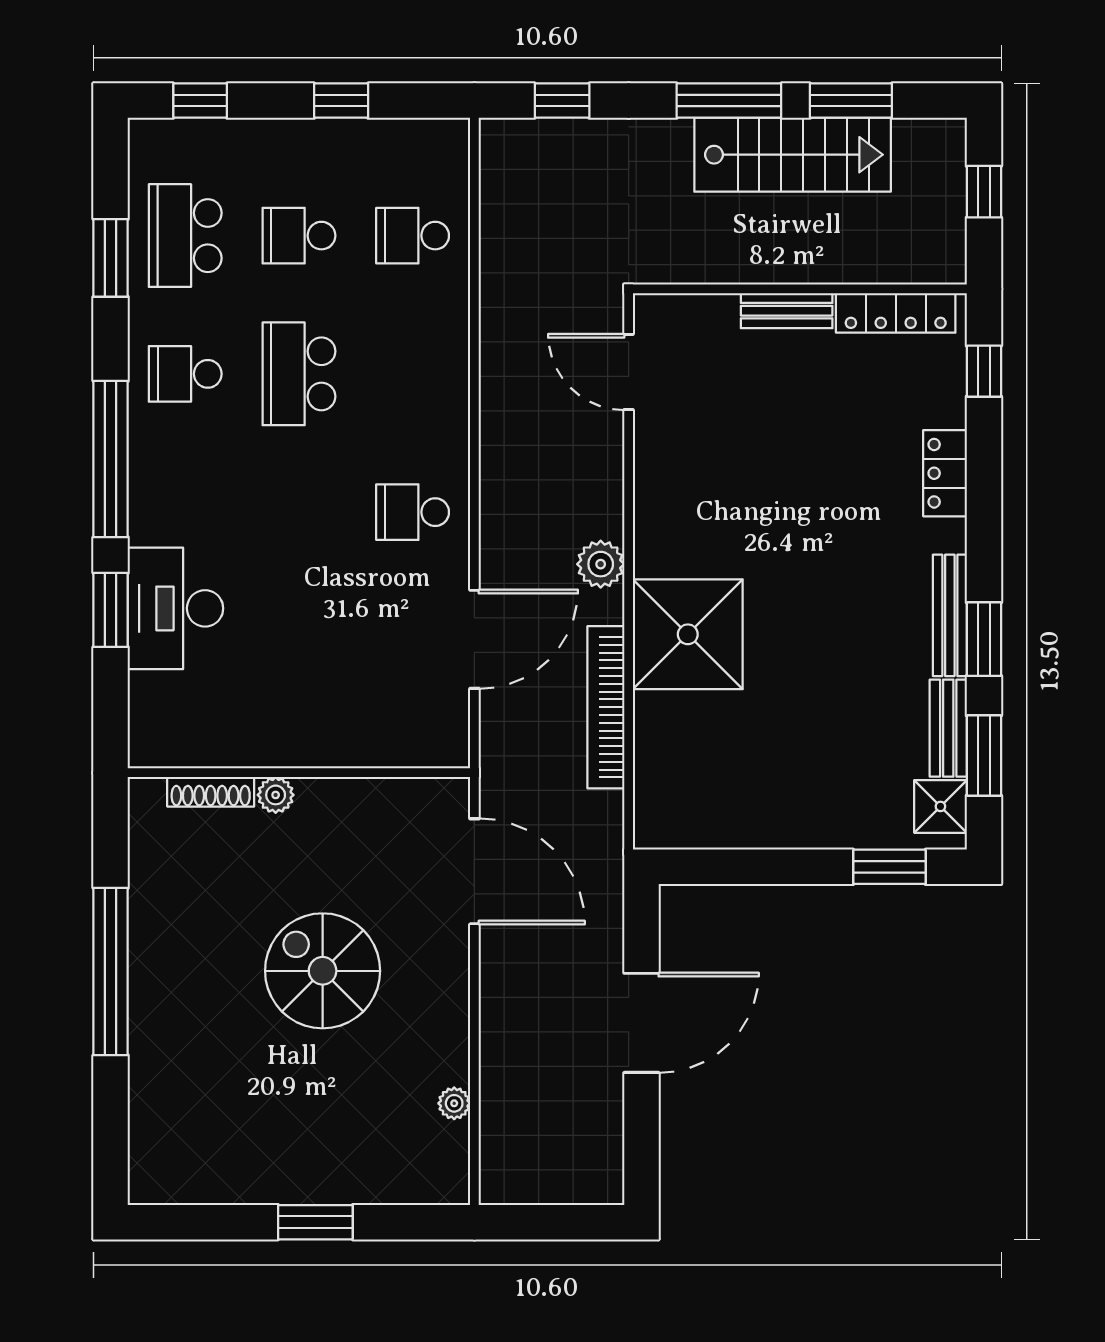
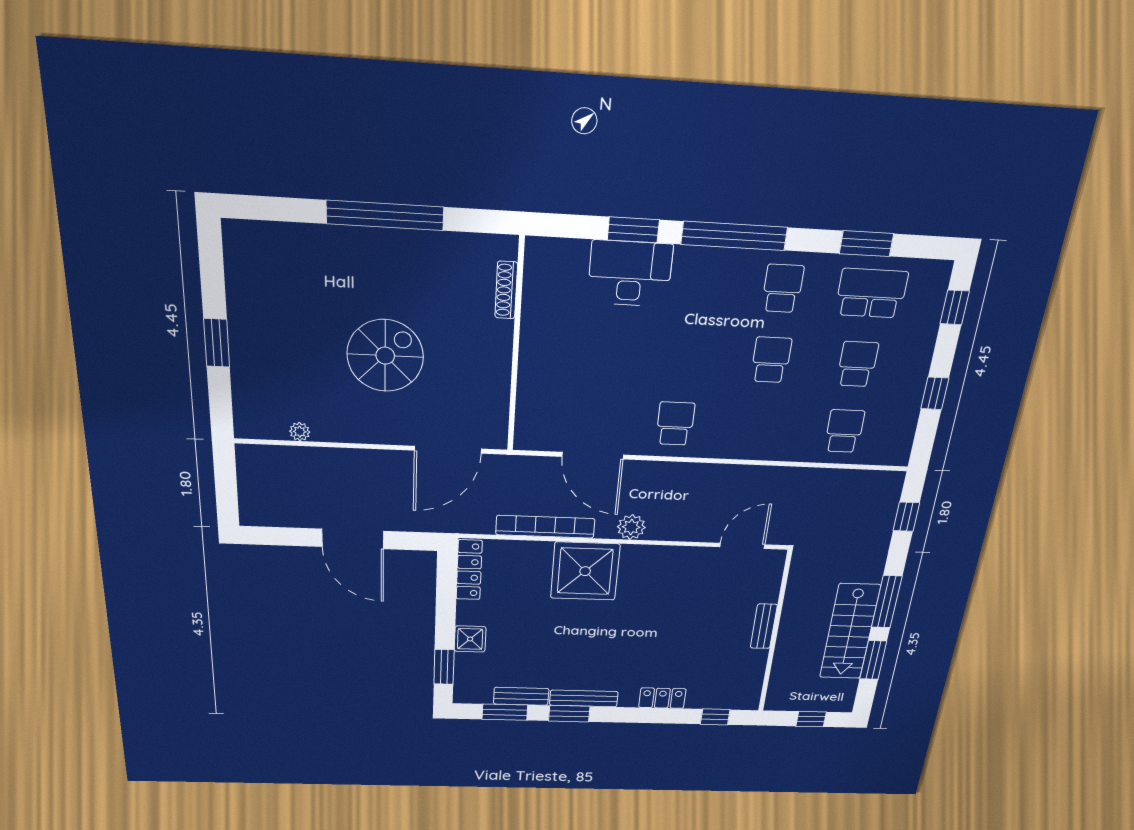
locker: (896, 313) -> (469, 570), moved, turned 180
school desk: (299, 374) -> (771, 360), width x0.54
plant: (276, 795) -> (502, 332), removed
shower: (940, 806) -> (470, 639), moved

